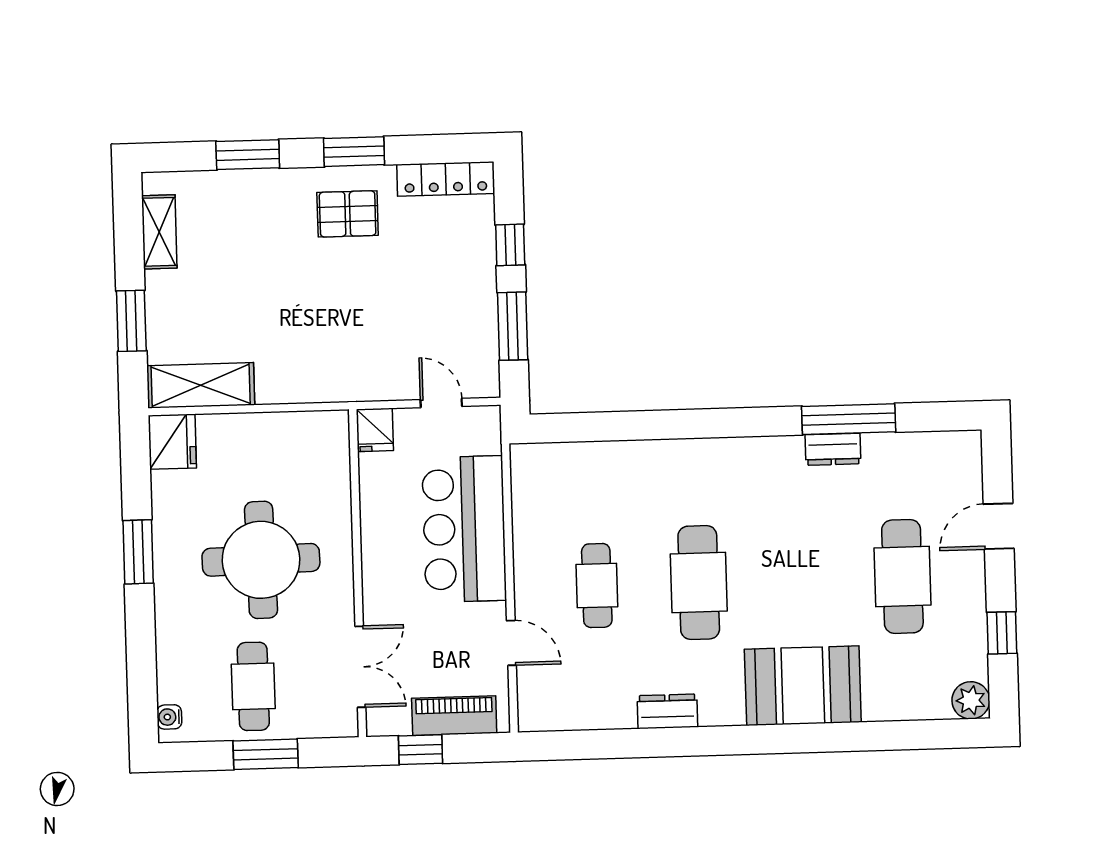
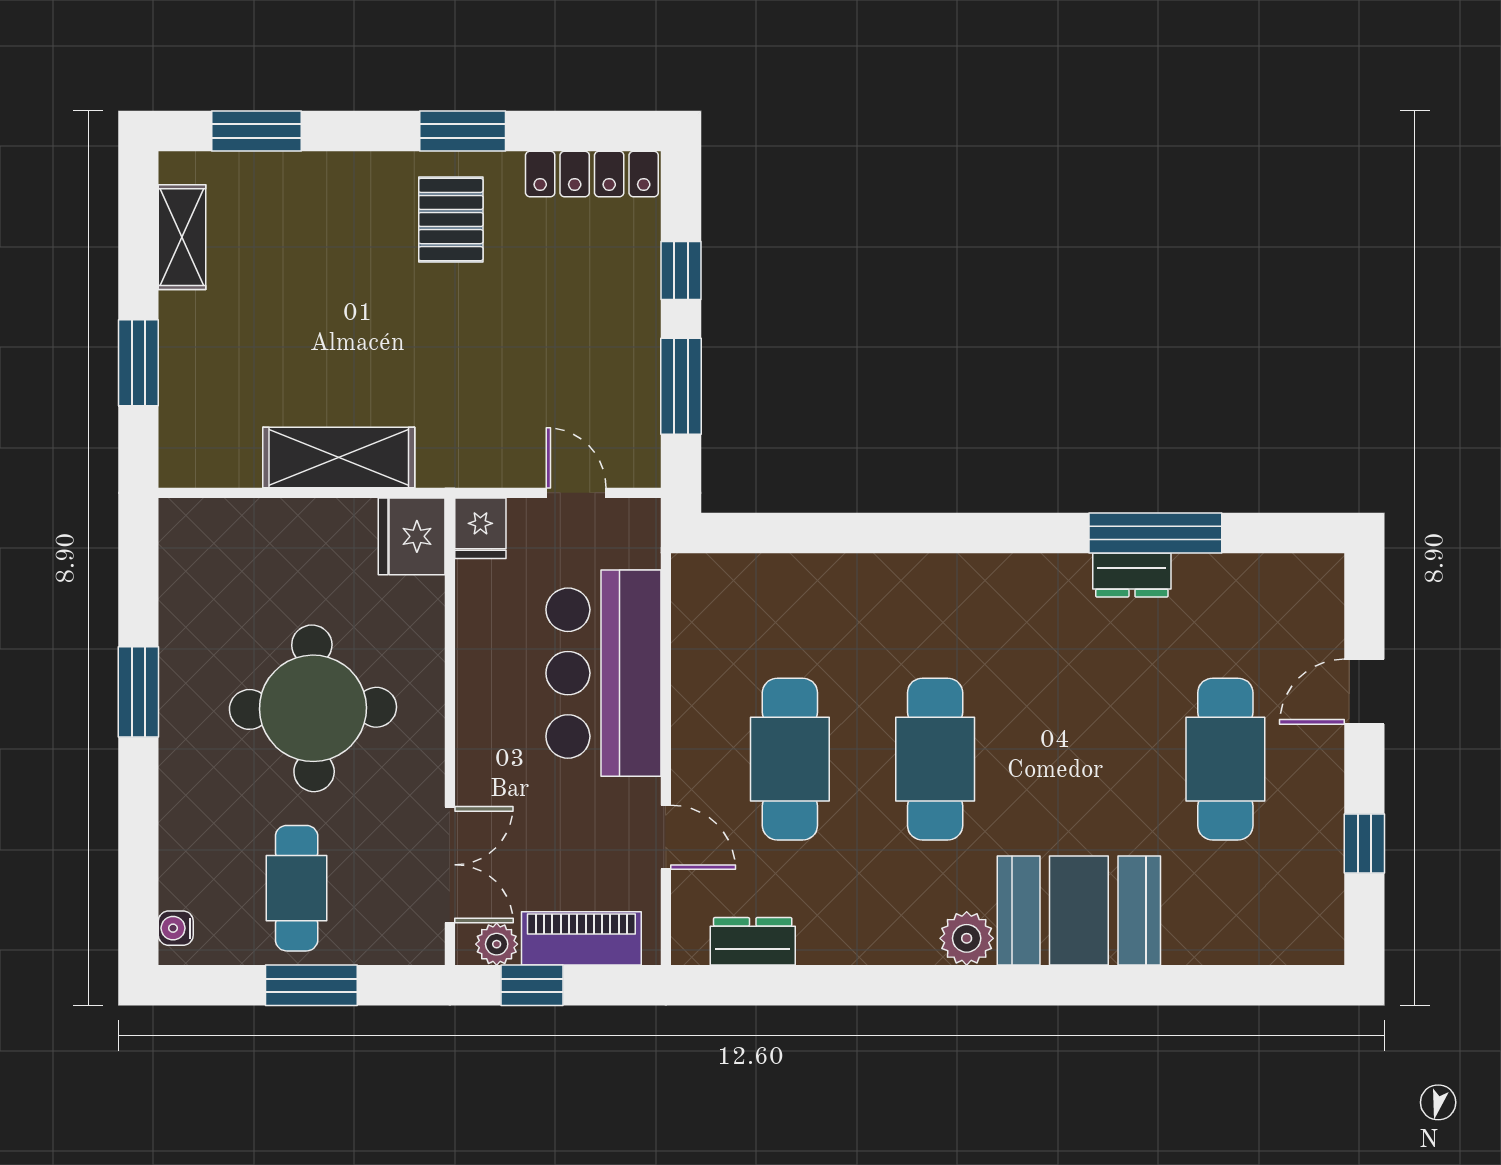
window: (248, 155) -> (257, 131), moved
pallet: (348, 214) -> (451, 220), turned 90
shelving: (201, 385) -> (339, 457), moved
fridge: (172, 442) -> (412, 536), moved, turned 180
cafe table: (597, 586) -> (790, 759), width x1.37, depth x1.35
plant: (971, 700) -> (967, 938), moved
dresser: (667, 711) -> (753, 941), moved
plant: (395, 722) -> (497, 944), added

